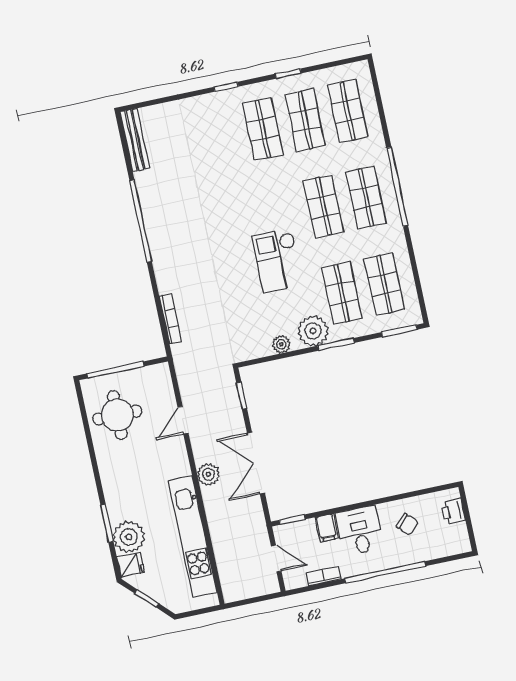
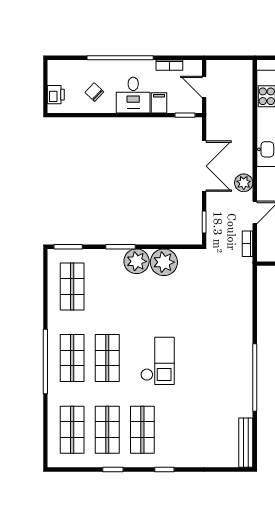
checkout: (278, 260) -> (157, 361), moved
shop shelf: (342, 293) -> (107, 286), removed
bookcase: (170, 319) -> (248, 244), moved, width x0.64
plant: (281, 344) -> (164, 262), width x1.87, depth x1.87
plant: (208, 474) -> (244, 183), moved

